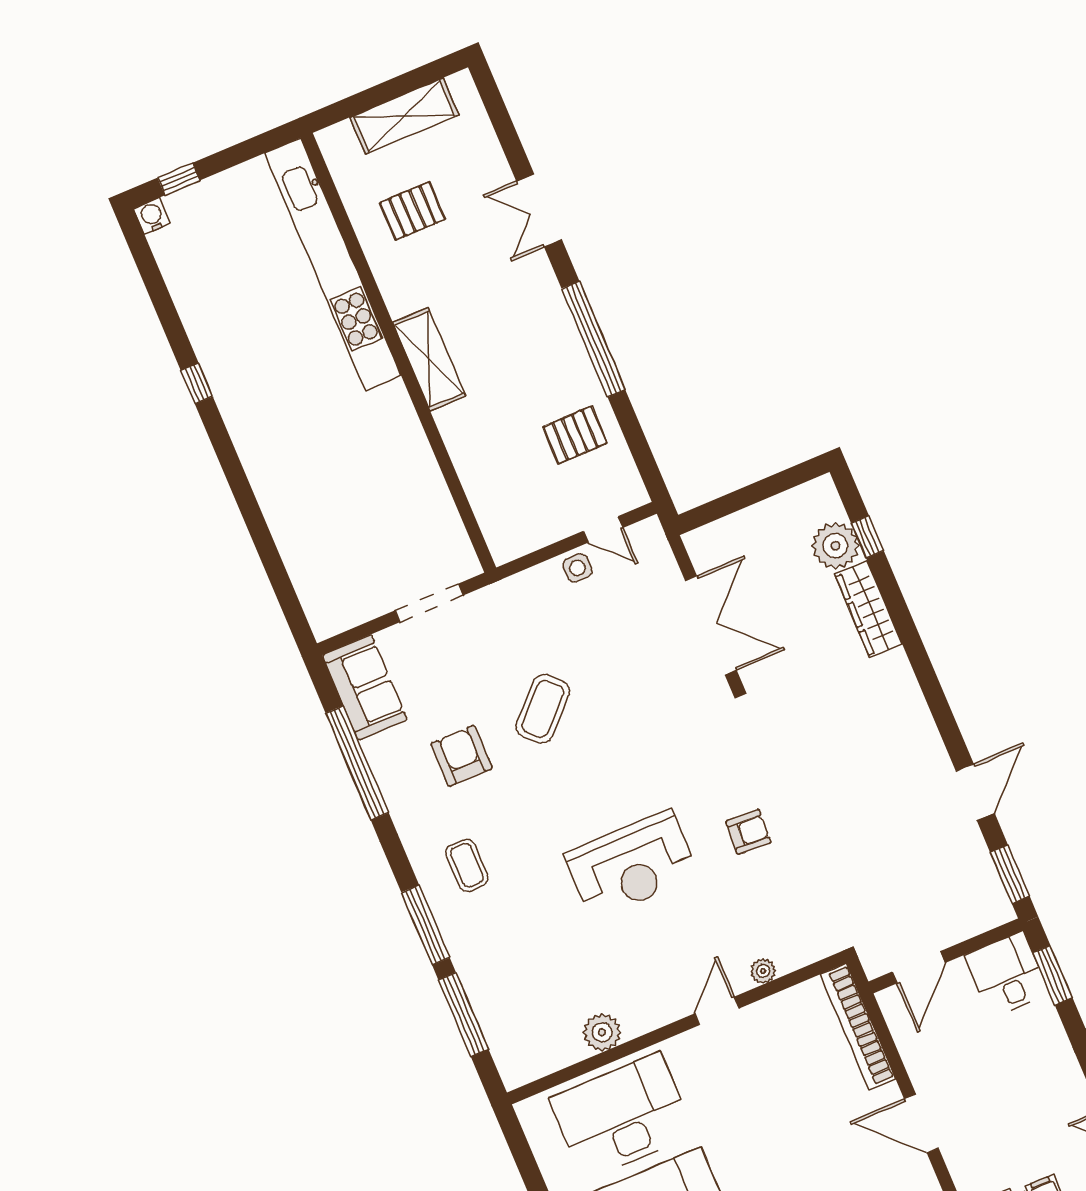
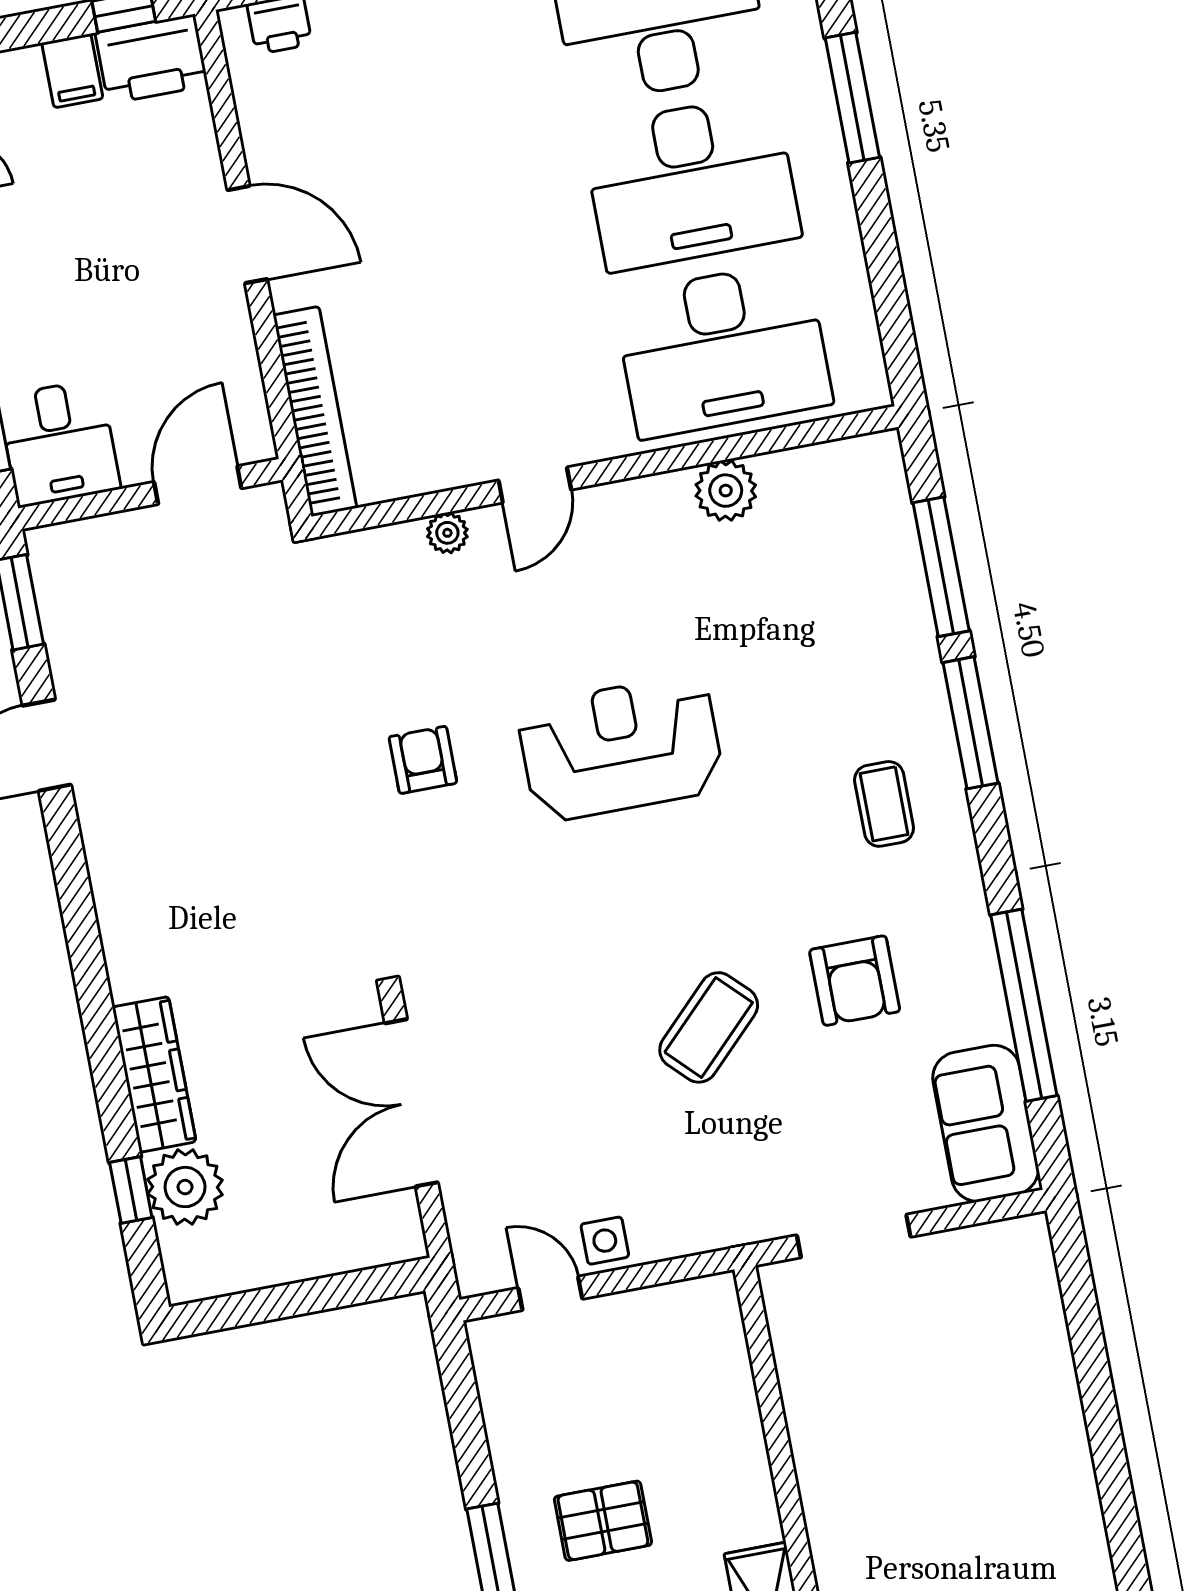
pallet: (575, 435) -> (603, 1521), moved
armchair: (748, 832) -> (423, 760), turned 87

